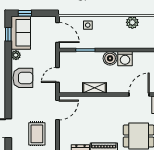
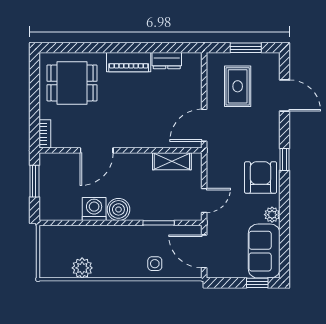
window: (8, 34) -> (284, 160), moved
door: (58, 75) -> (204, 200), moved
armchair: (23, 78) -> (261, 177), turned 90
shelving: (94, 88) -> (172, 161), moved
door: (139, 95) -> (97, 150), moved

